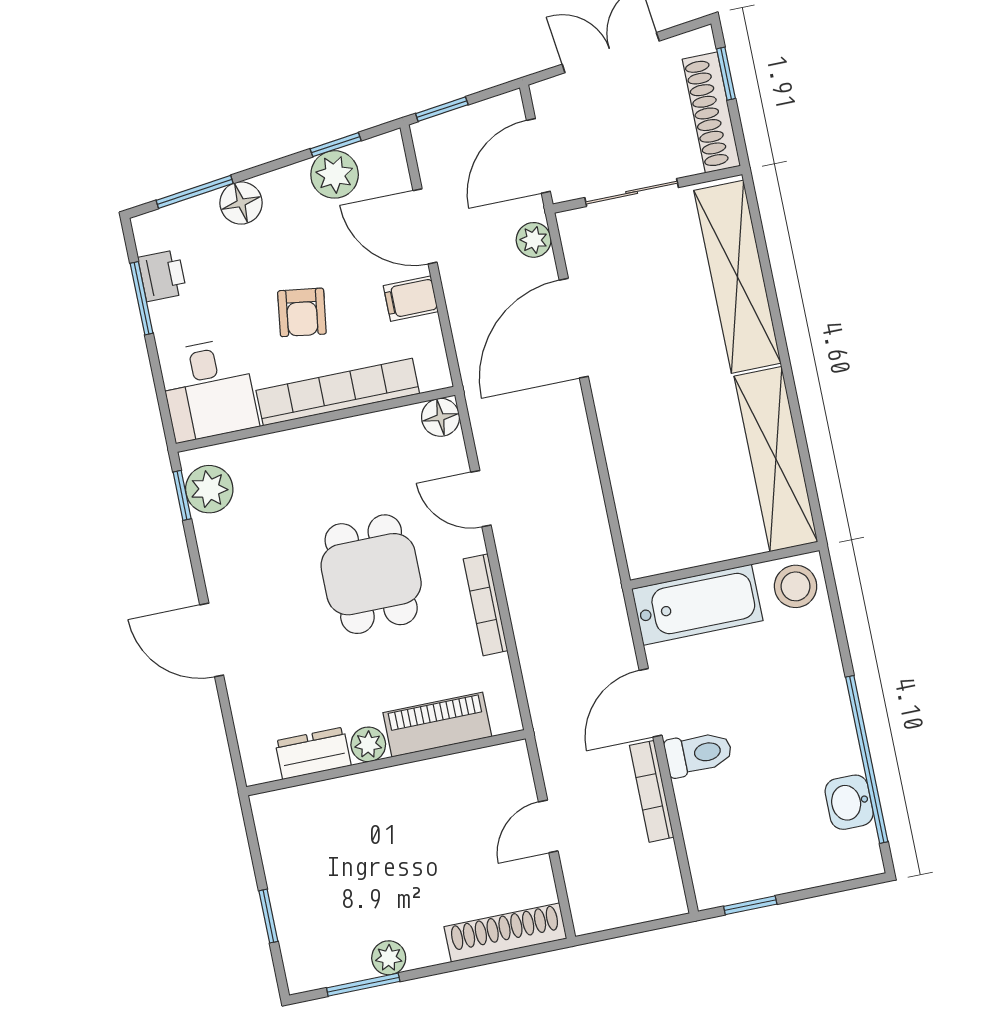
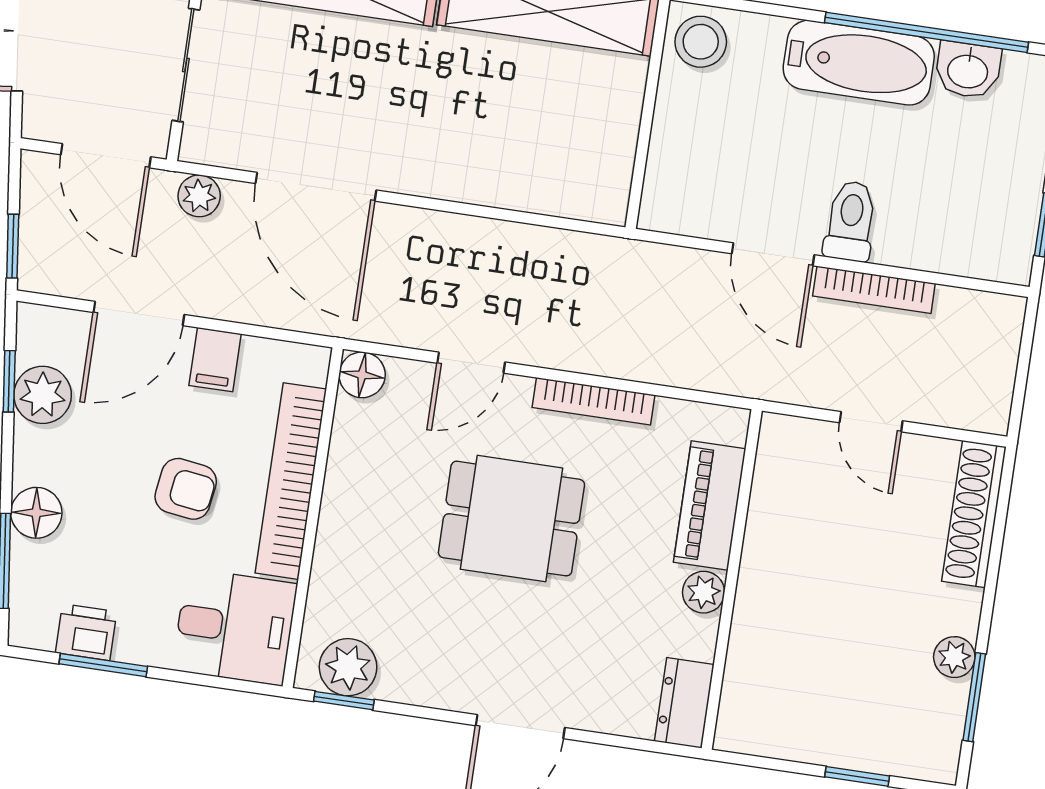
bathtub: (697, 605) -> (859, 63), moved, turned 90
dresser: (313, 753) -> (684, 703), moved

